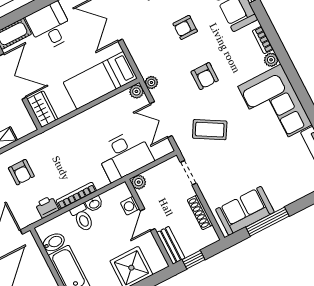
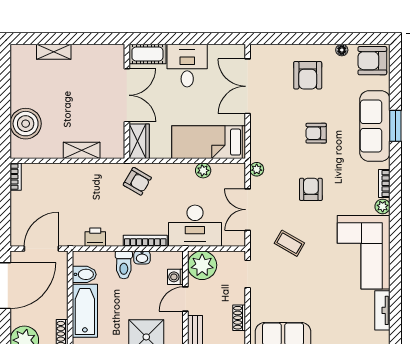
armchair: (205, 76) -> (311, 189), turned 180
plant: (136, 91) -> (203, 170), moved
coffee table: (210, 130) -> (289, 243), width x0.73, depth x0.77
armchair: (21, 172) -> (137, 181), moved, turned -60
plant: (139, 182) -> (202, 265), width x1.87, depth x1.87
bookcase: (76, 196) -> (145, 241), moved
shoe rack: (200, 212) -> (239, 318), width x0.70

